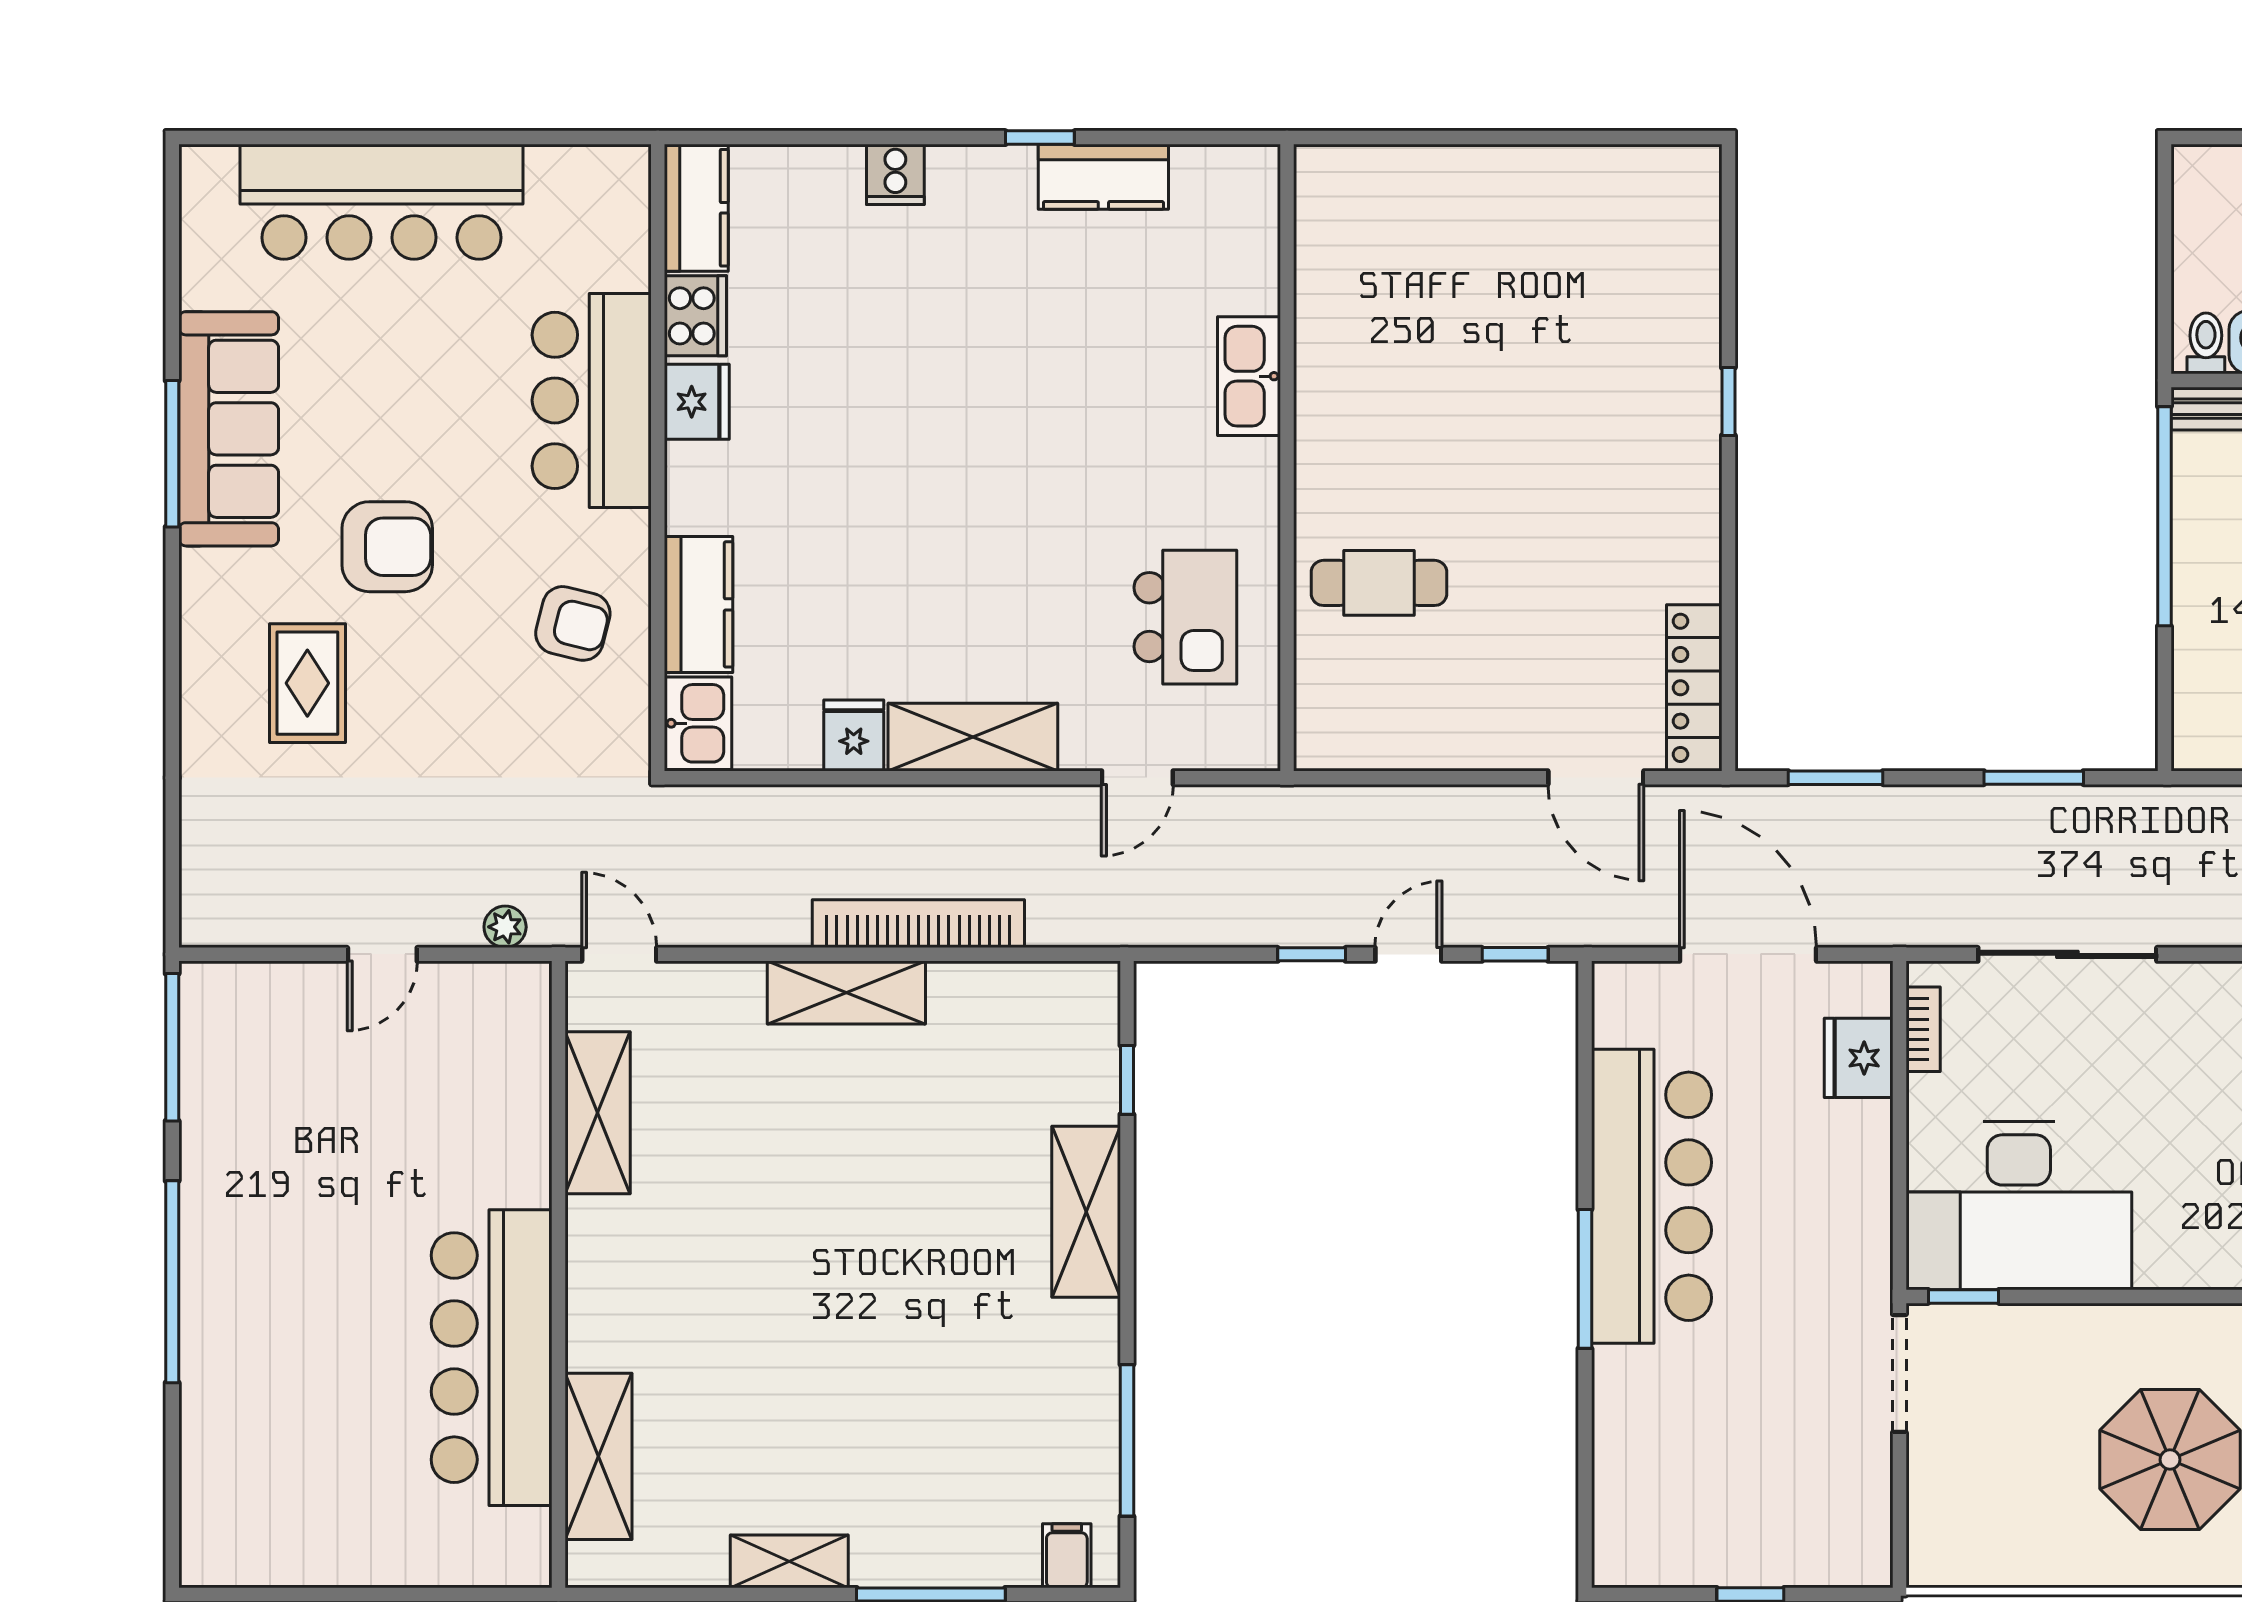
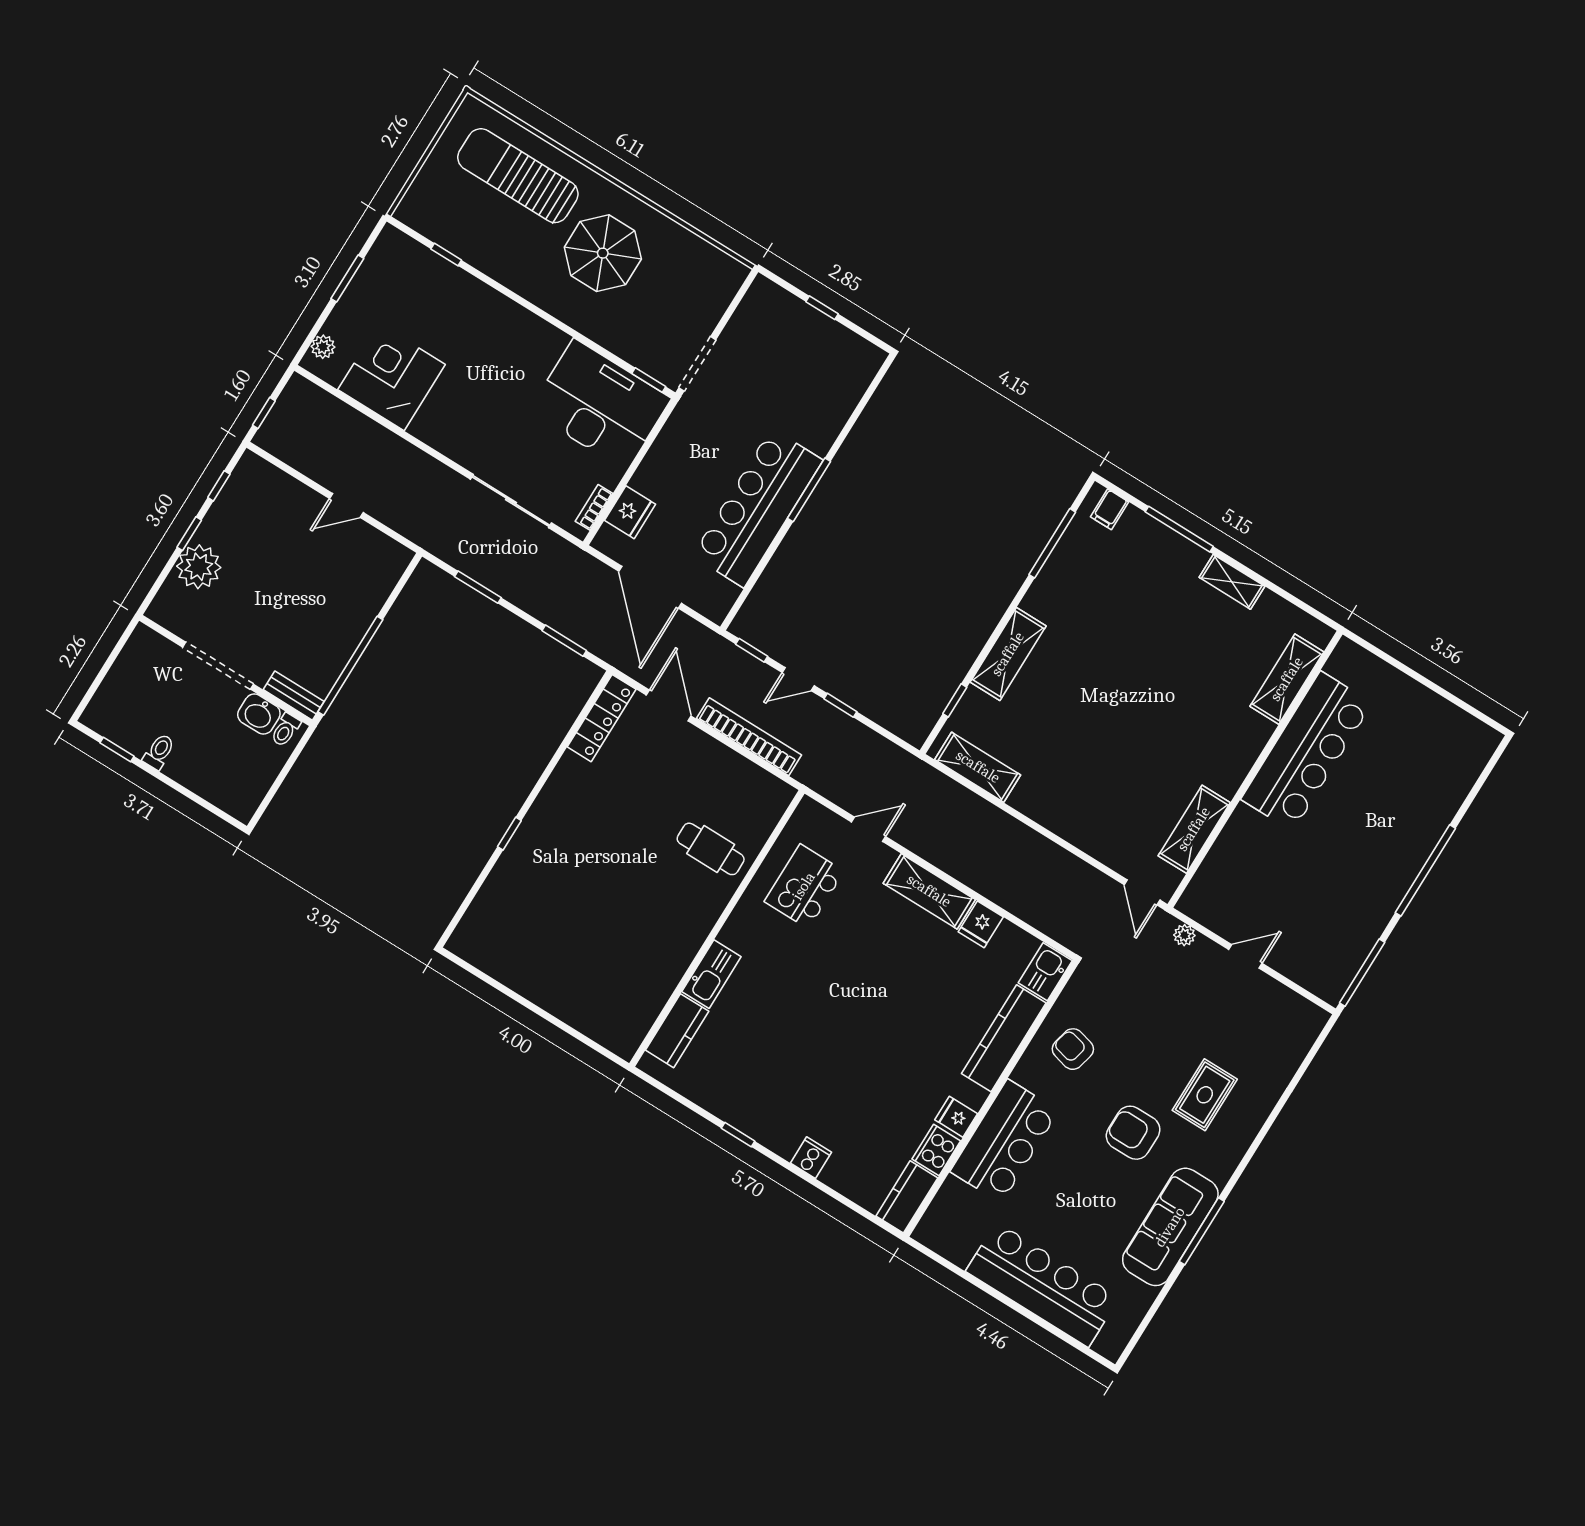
kitchen counter: (1103, 177) -> (677, 1031), moved, turned 90
fridge: (697, 402) -> (956, 1117), width x0.72
kitchen counter: (699, 604) -> (1004, 1038), width x1.50
bookcase: (918, 924) -> (749, 737), moved, turned 180
shelving: (846, 993) -> (978, 767), moved

